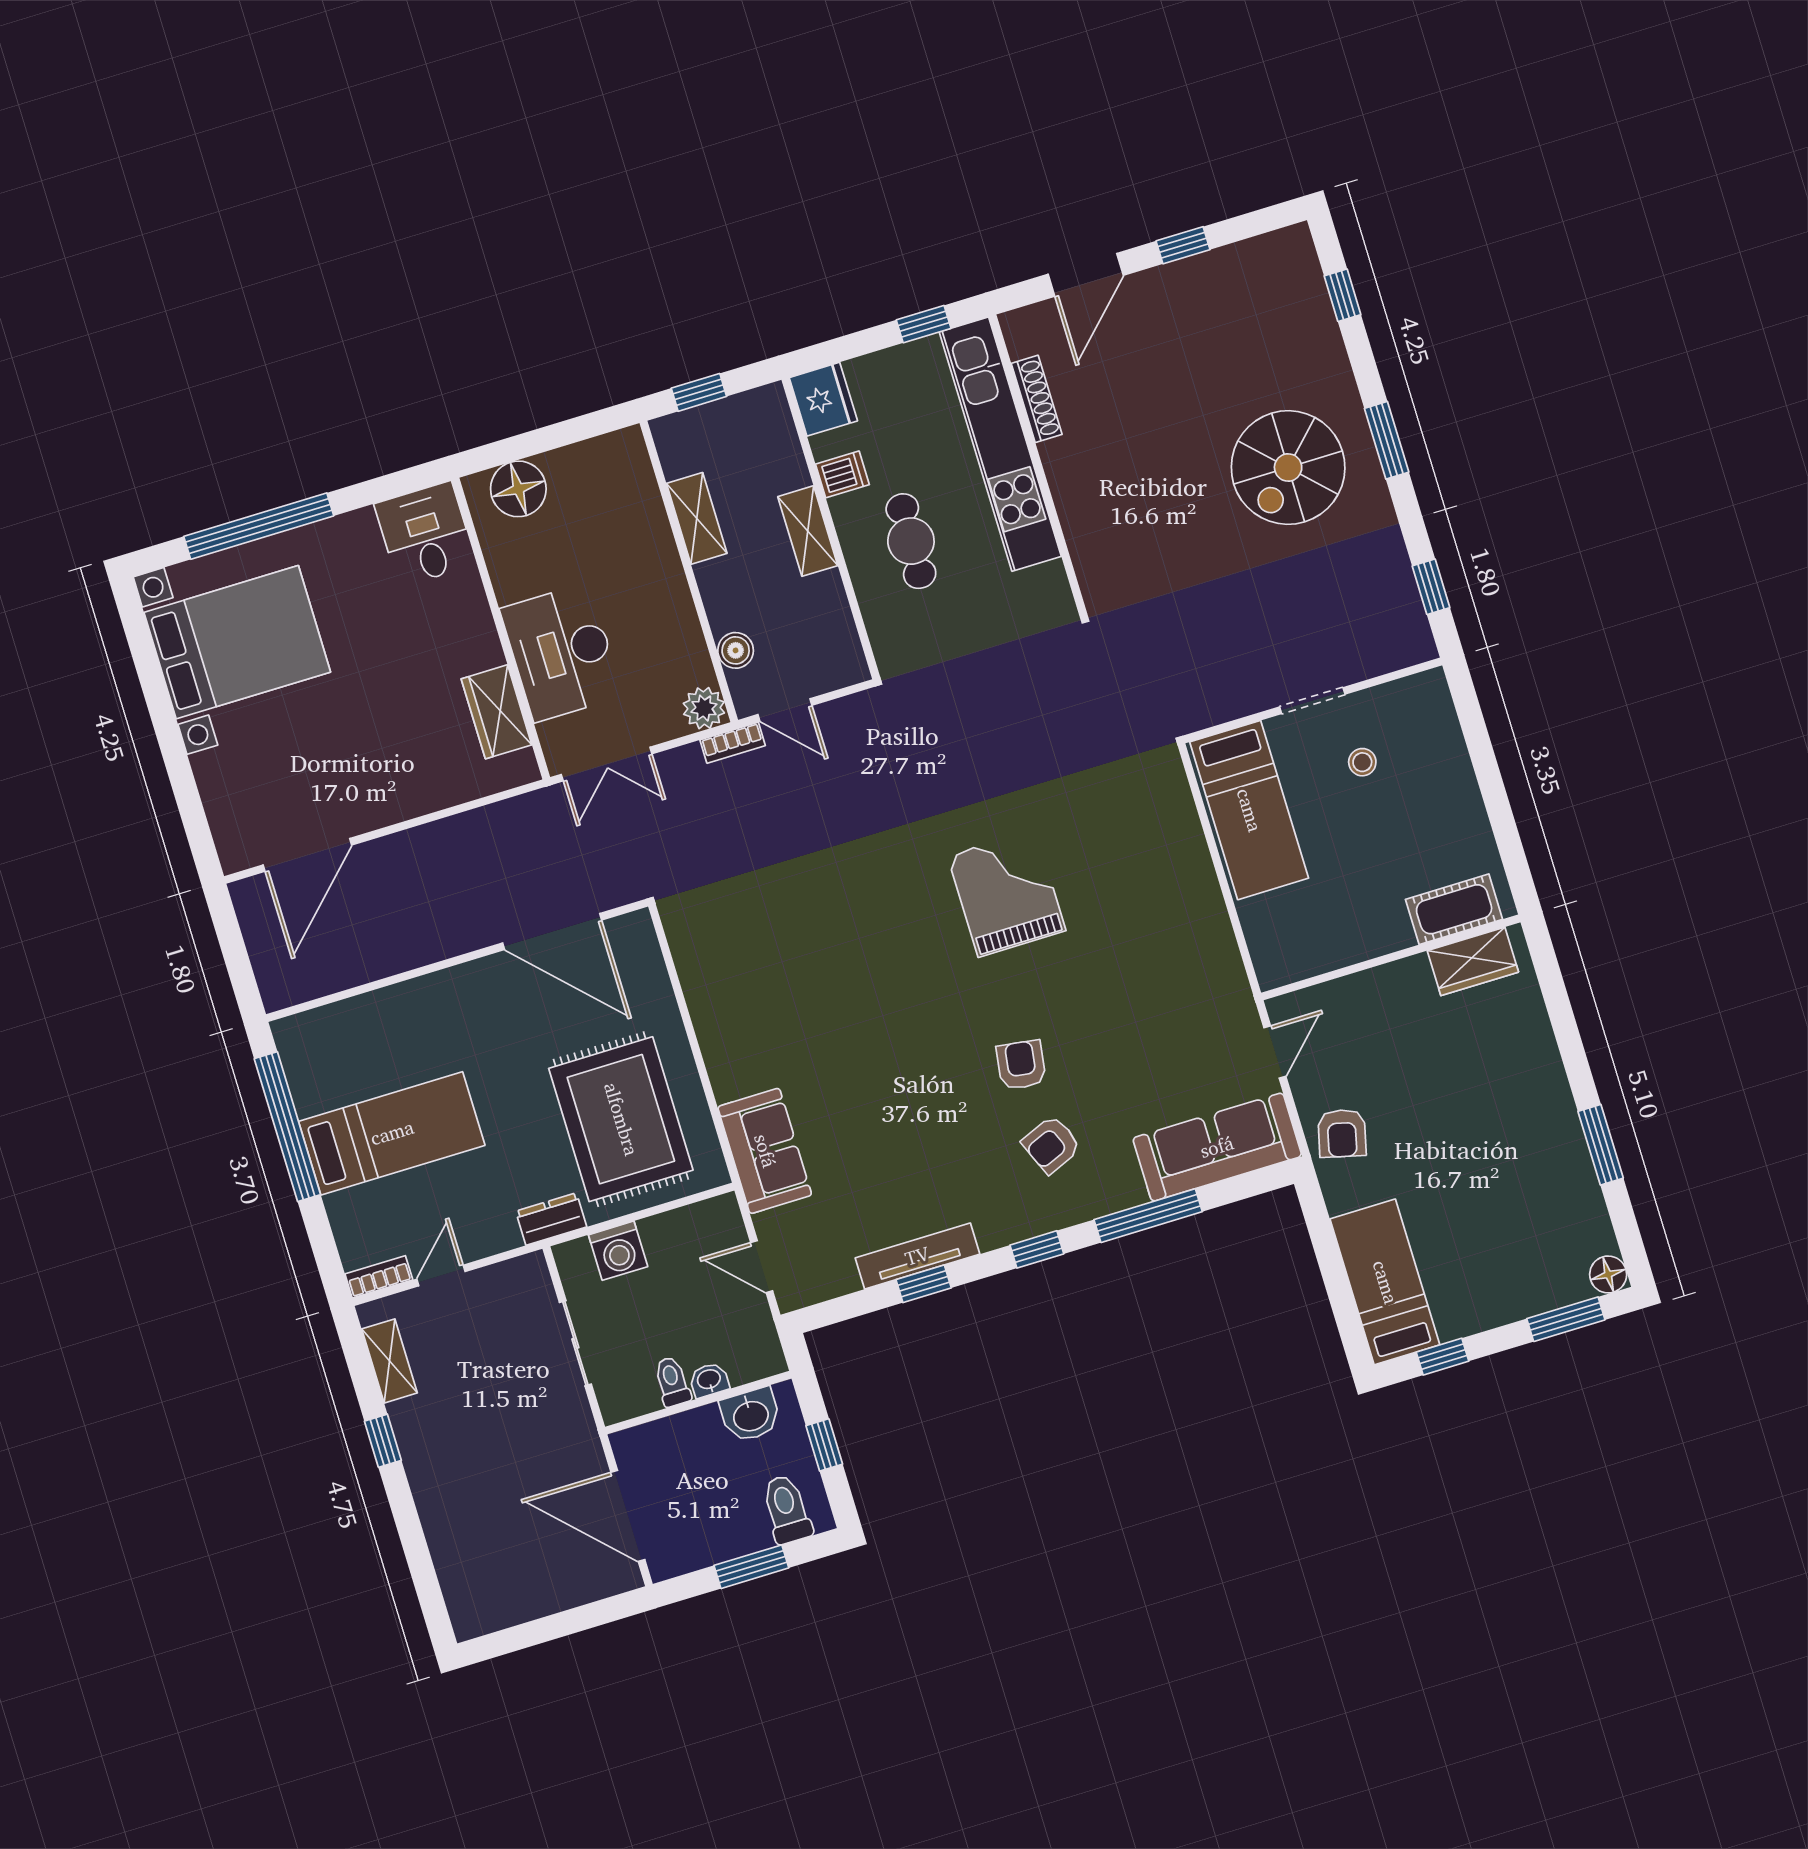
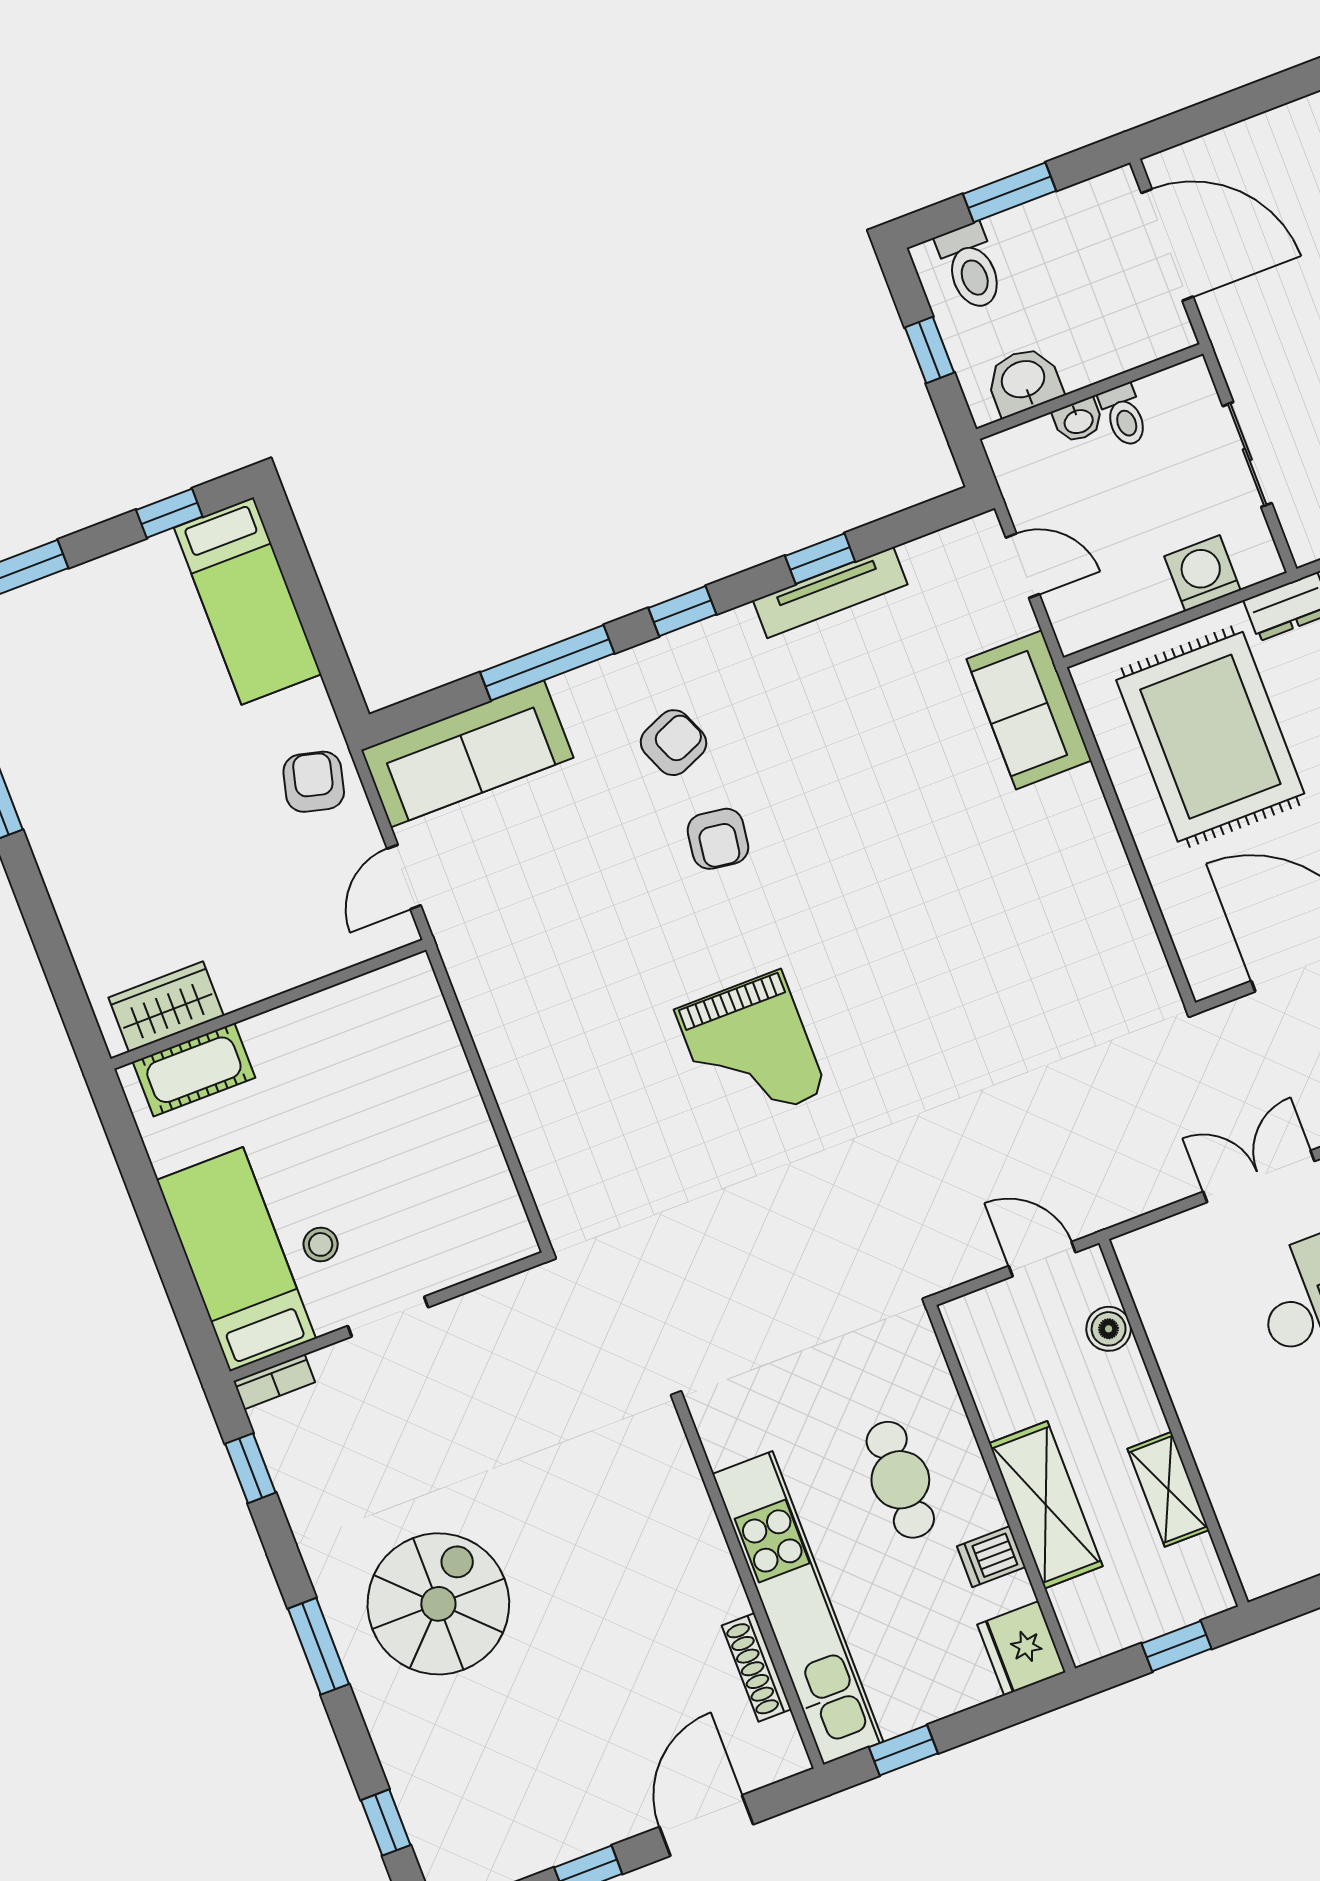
shelving: (808, 531) -> (1046, 1505), width x1.50, depth x1.33
plant: (704, 708) -> (1143, 1254), removed
bookcase: (733, 743) -> (274, 1382), moved, turned 180
bed: (1249, 810) -> (236, 1259), moved

